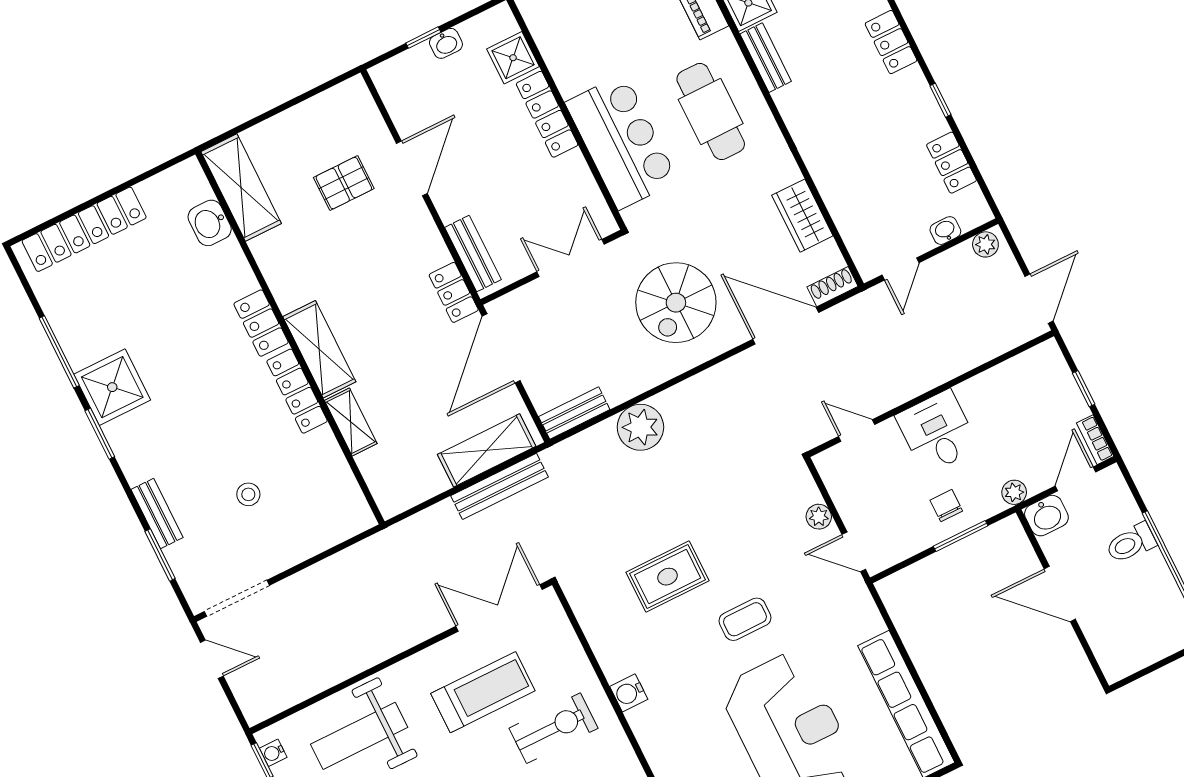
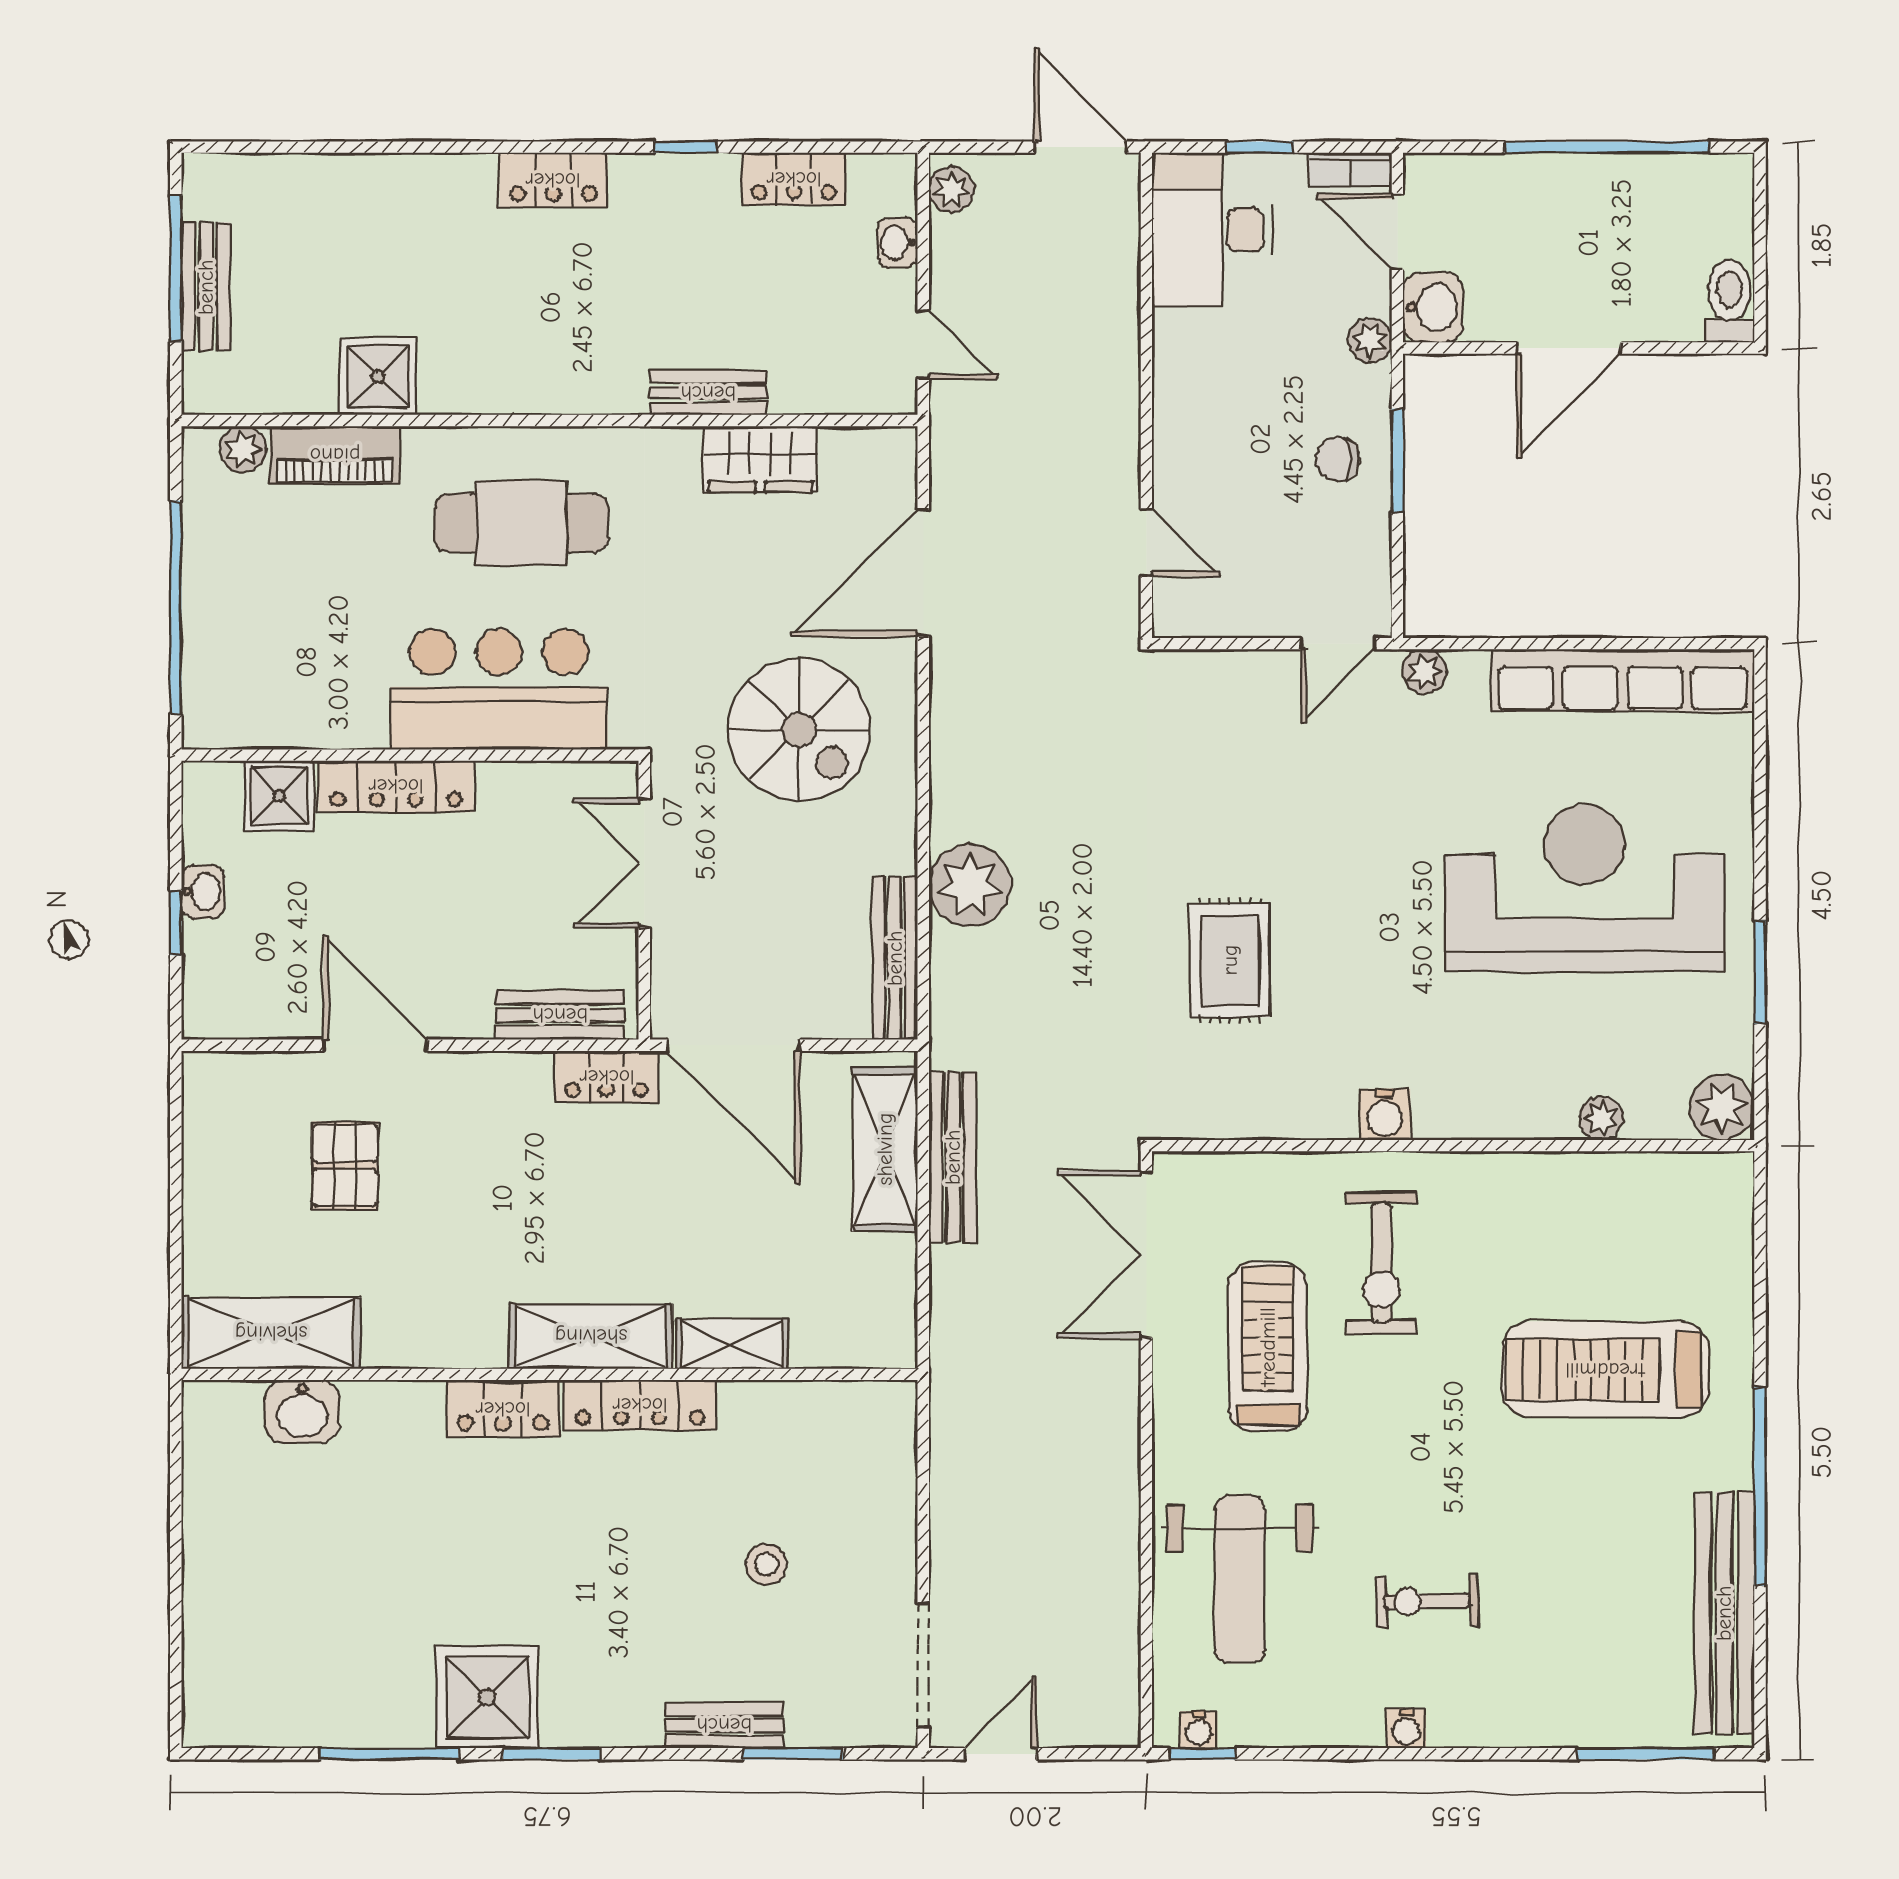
bench: (766, 58) -> (708, 393), moved
locker: (84, 229) -> (213, 1617), removed
shoe rack: (833, 287) -> (898, 467), removed
bench: (574, 413) -> (895, 958), width x1.36
door: (857, 430) -> (1146, 543), swing flipped
desk: (937, 432) -> (1212, 230), moved, width x1.37
plant: (819, 517) -> (1424, 672), moved
toilet: (1131, 543) -> (1729, 301), moved, turned 180
coffee table: (745, 619) -> (1359, 871), removed
exercise bike: (553, 728) -> (1381, 1263), turned 180

